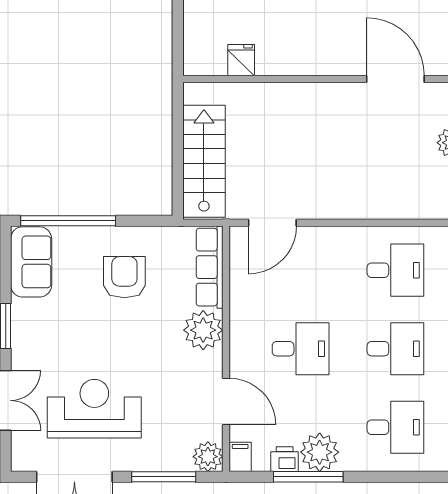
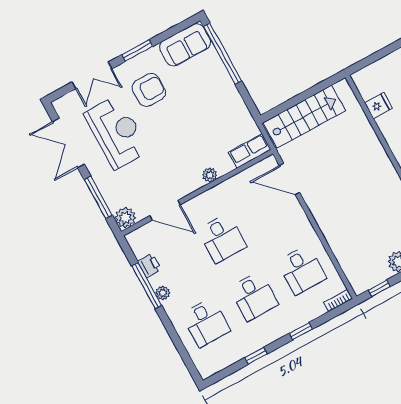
row of seats: (210, 267) -> (250, 151), width x0.68
armchair: (124, 277) -> (149, 90), moved
plant: (203, 330) -> (210, 175), width x0.53, depth x0.53
door: (226, 401) -> (165, 210), hinge flipped
plant: (320, 452) -> (163, 293), width x0.53, depth x0.53
filing cabinet: (240, 457) -> (136, 237), removed

